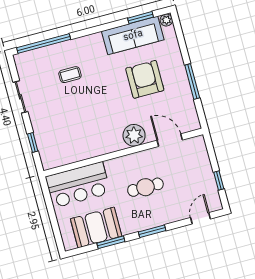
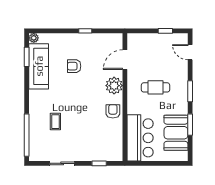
armchair: (145, 79) -> (74, 66), width x0.53, depth x0.53
window: (192, 81) -> (85, 31), width x0.46
armchair: (102, 142) -> (113, 111), added
cafe table: (145, 187) -> (156, 87), turned 90

